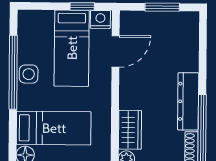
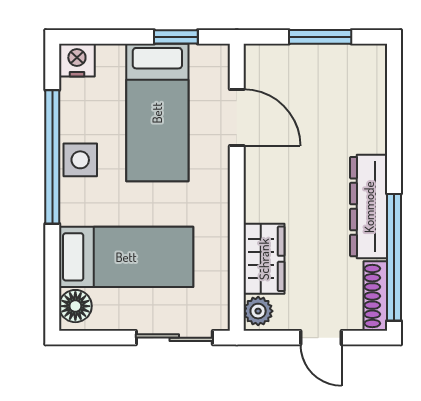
nightstand: (100, 19) -> (77, 60), moved
door: (116, 51) -> (237, 118), hinge flipped

